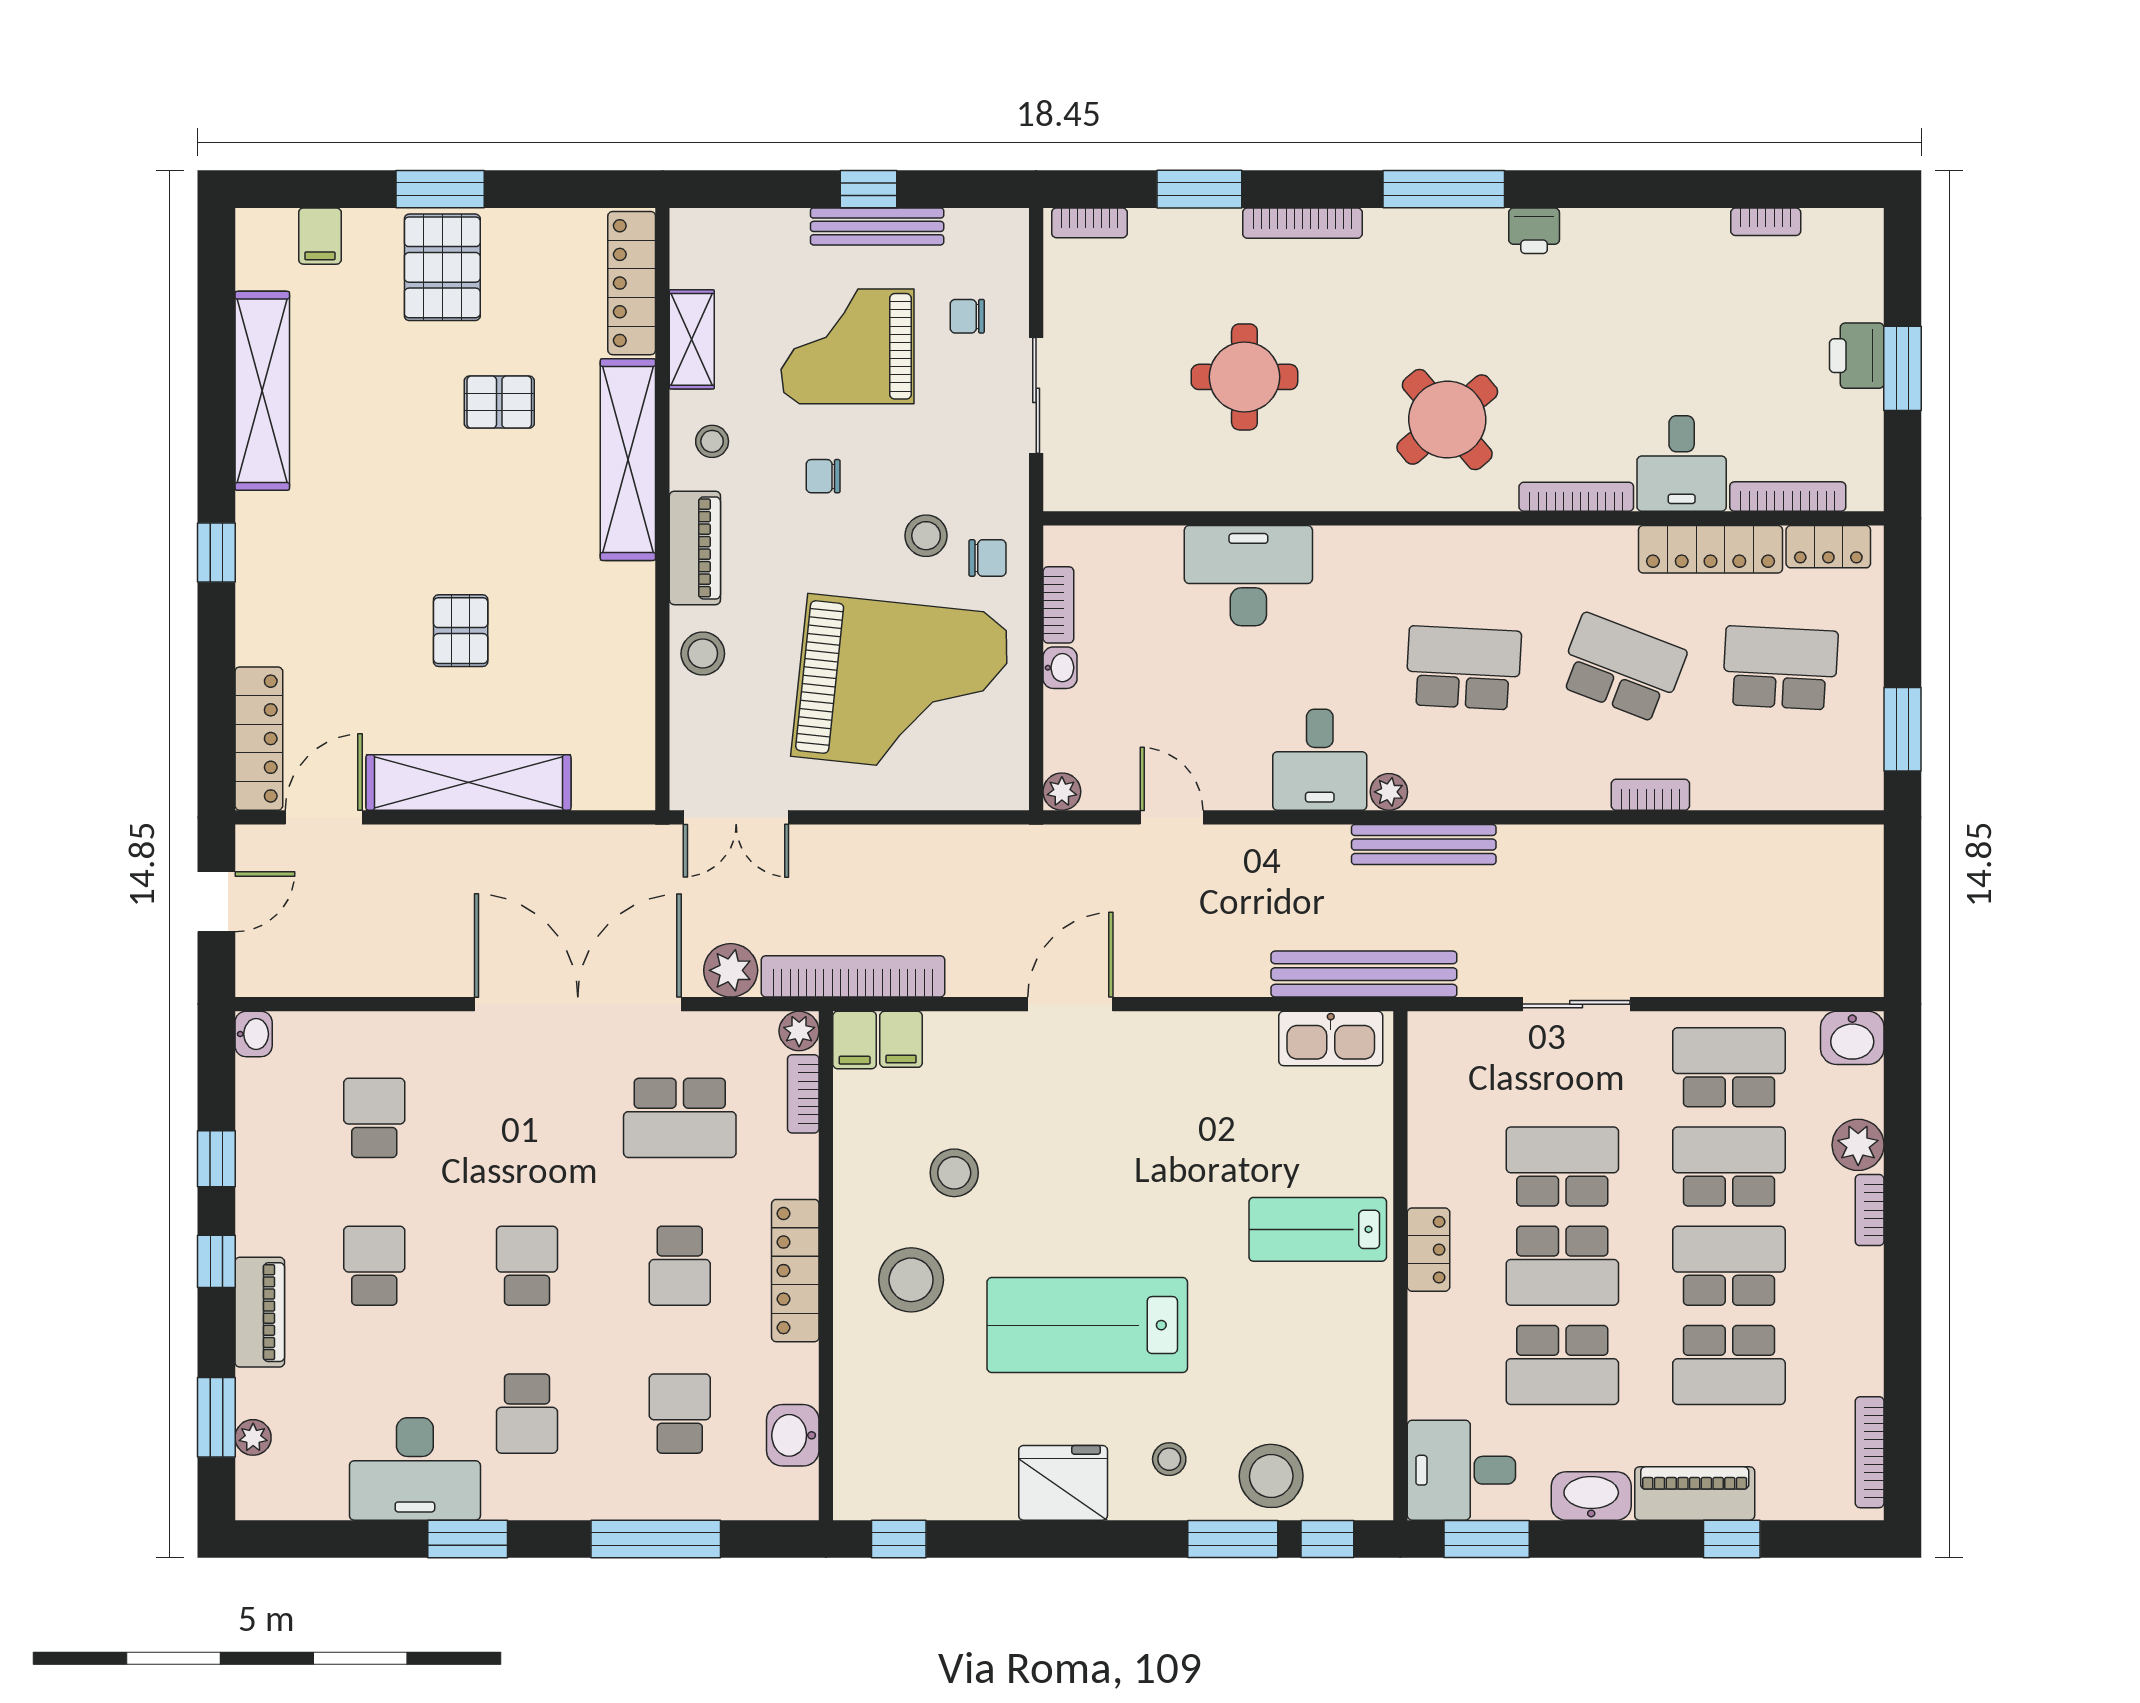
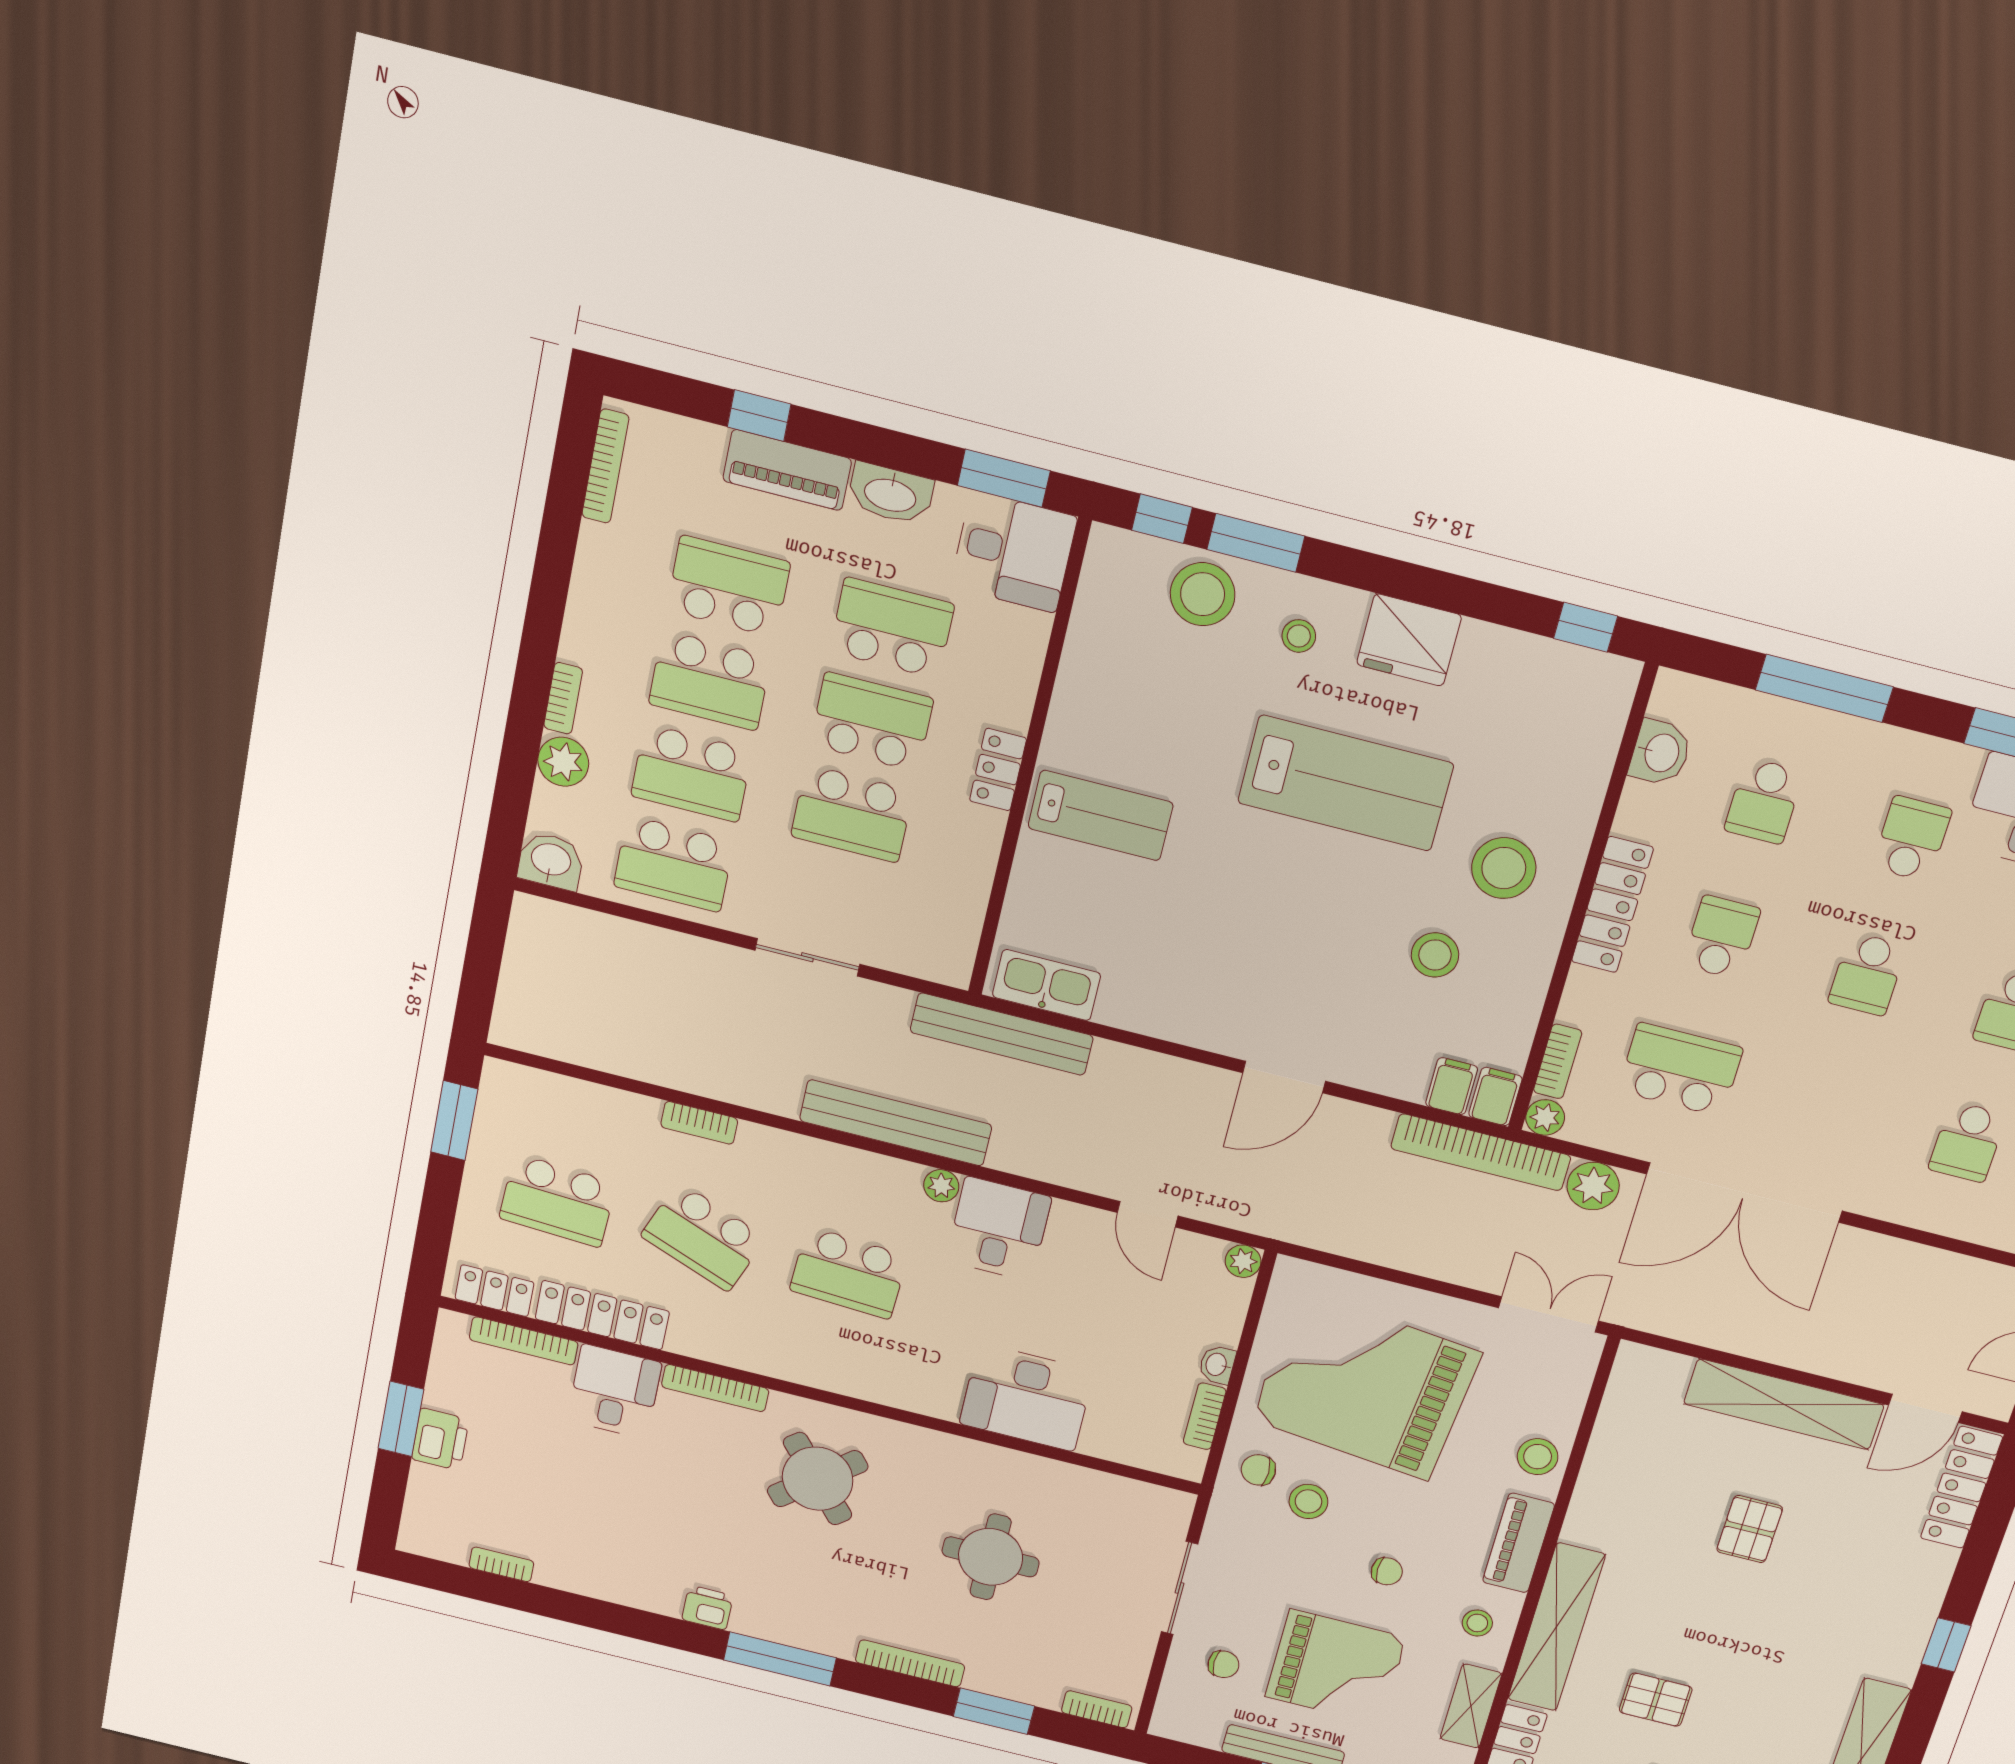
bench: (1424, 845) -> (896, 1123), width x1.37, depth x1.21

